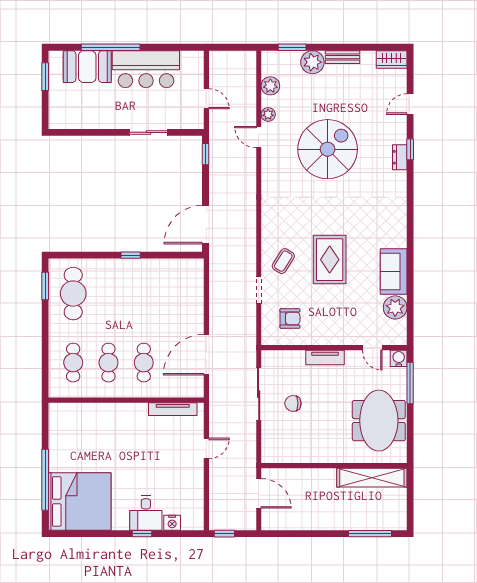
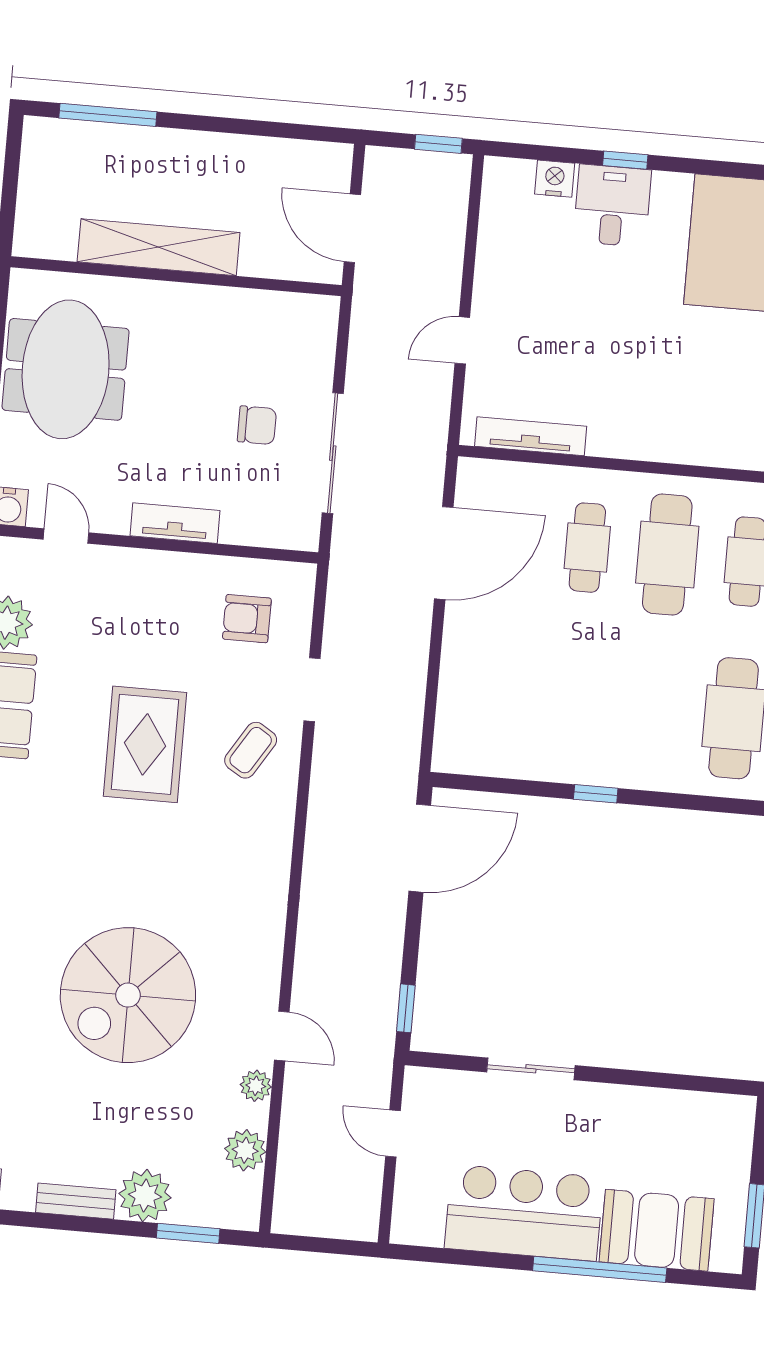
cafe table: (108, 363) -> (667, 555), width x1.37, depth x1.35
shelving: (372, 478) -> (159, 247), moved

